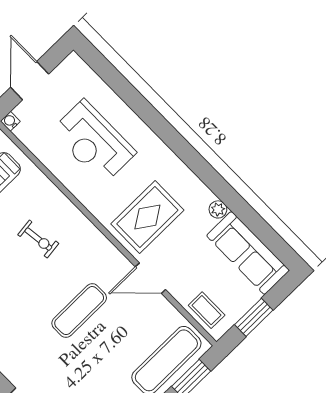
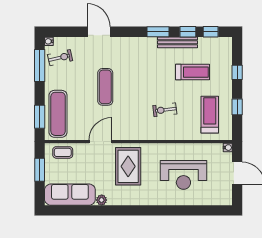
reception desk: (93, 142) -> (183, 175), turned 180
exercise mat: (79, 311) -> (105, 87), moved

